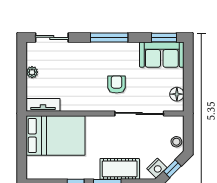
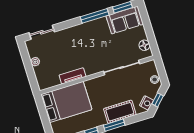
window: (109, 37) -> (95, 16), moved
armchair: (117, 84) -> (99, 52), removed
tv unit: (43, 105) -> (73, 76), moved

